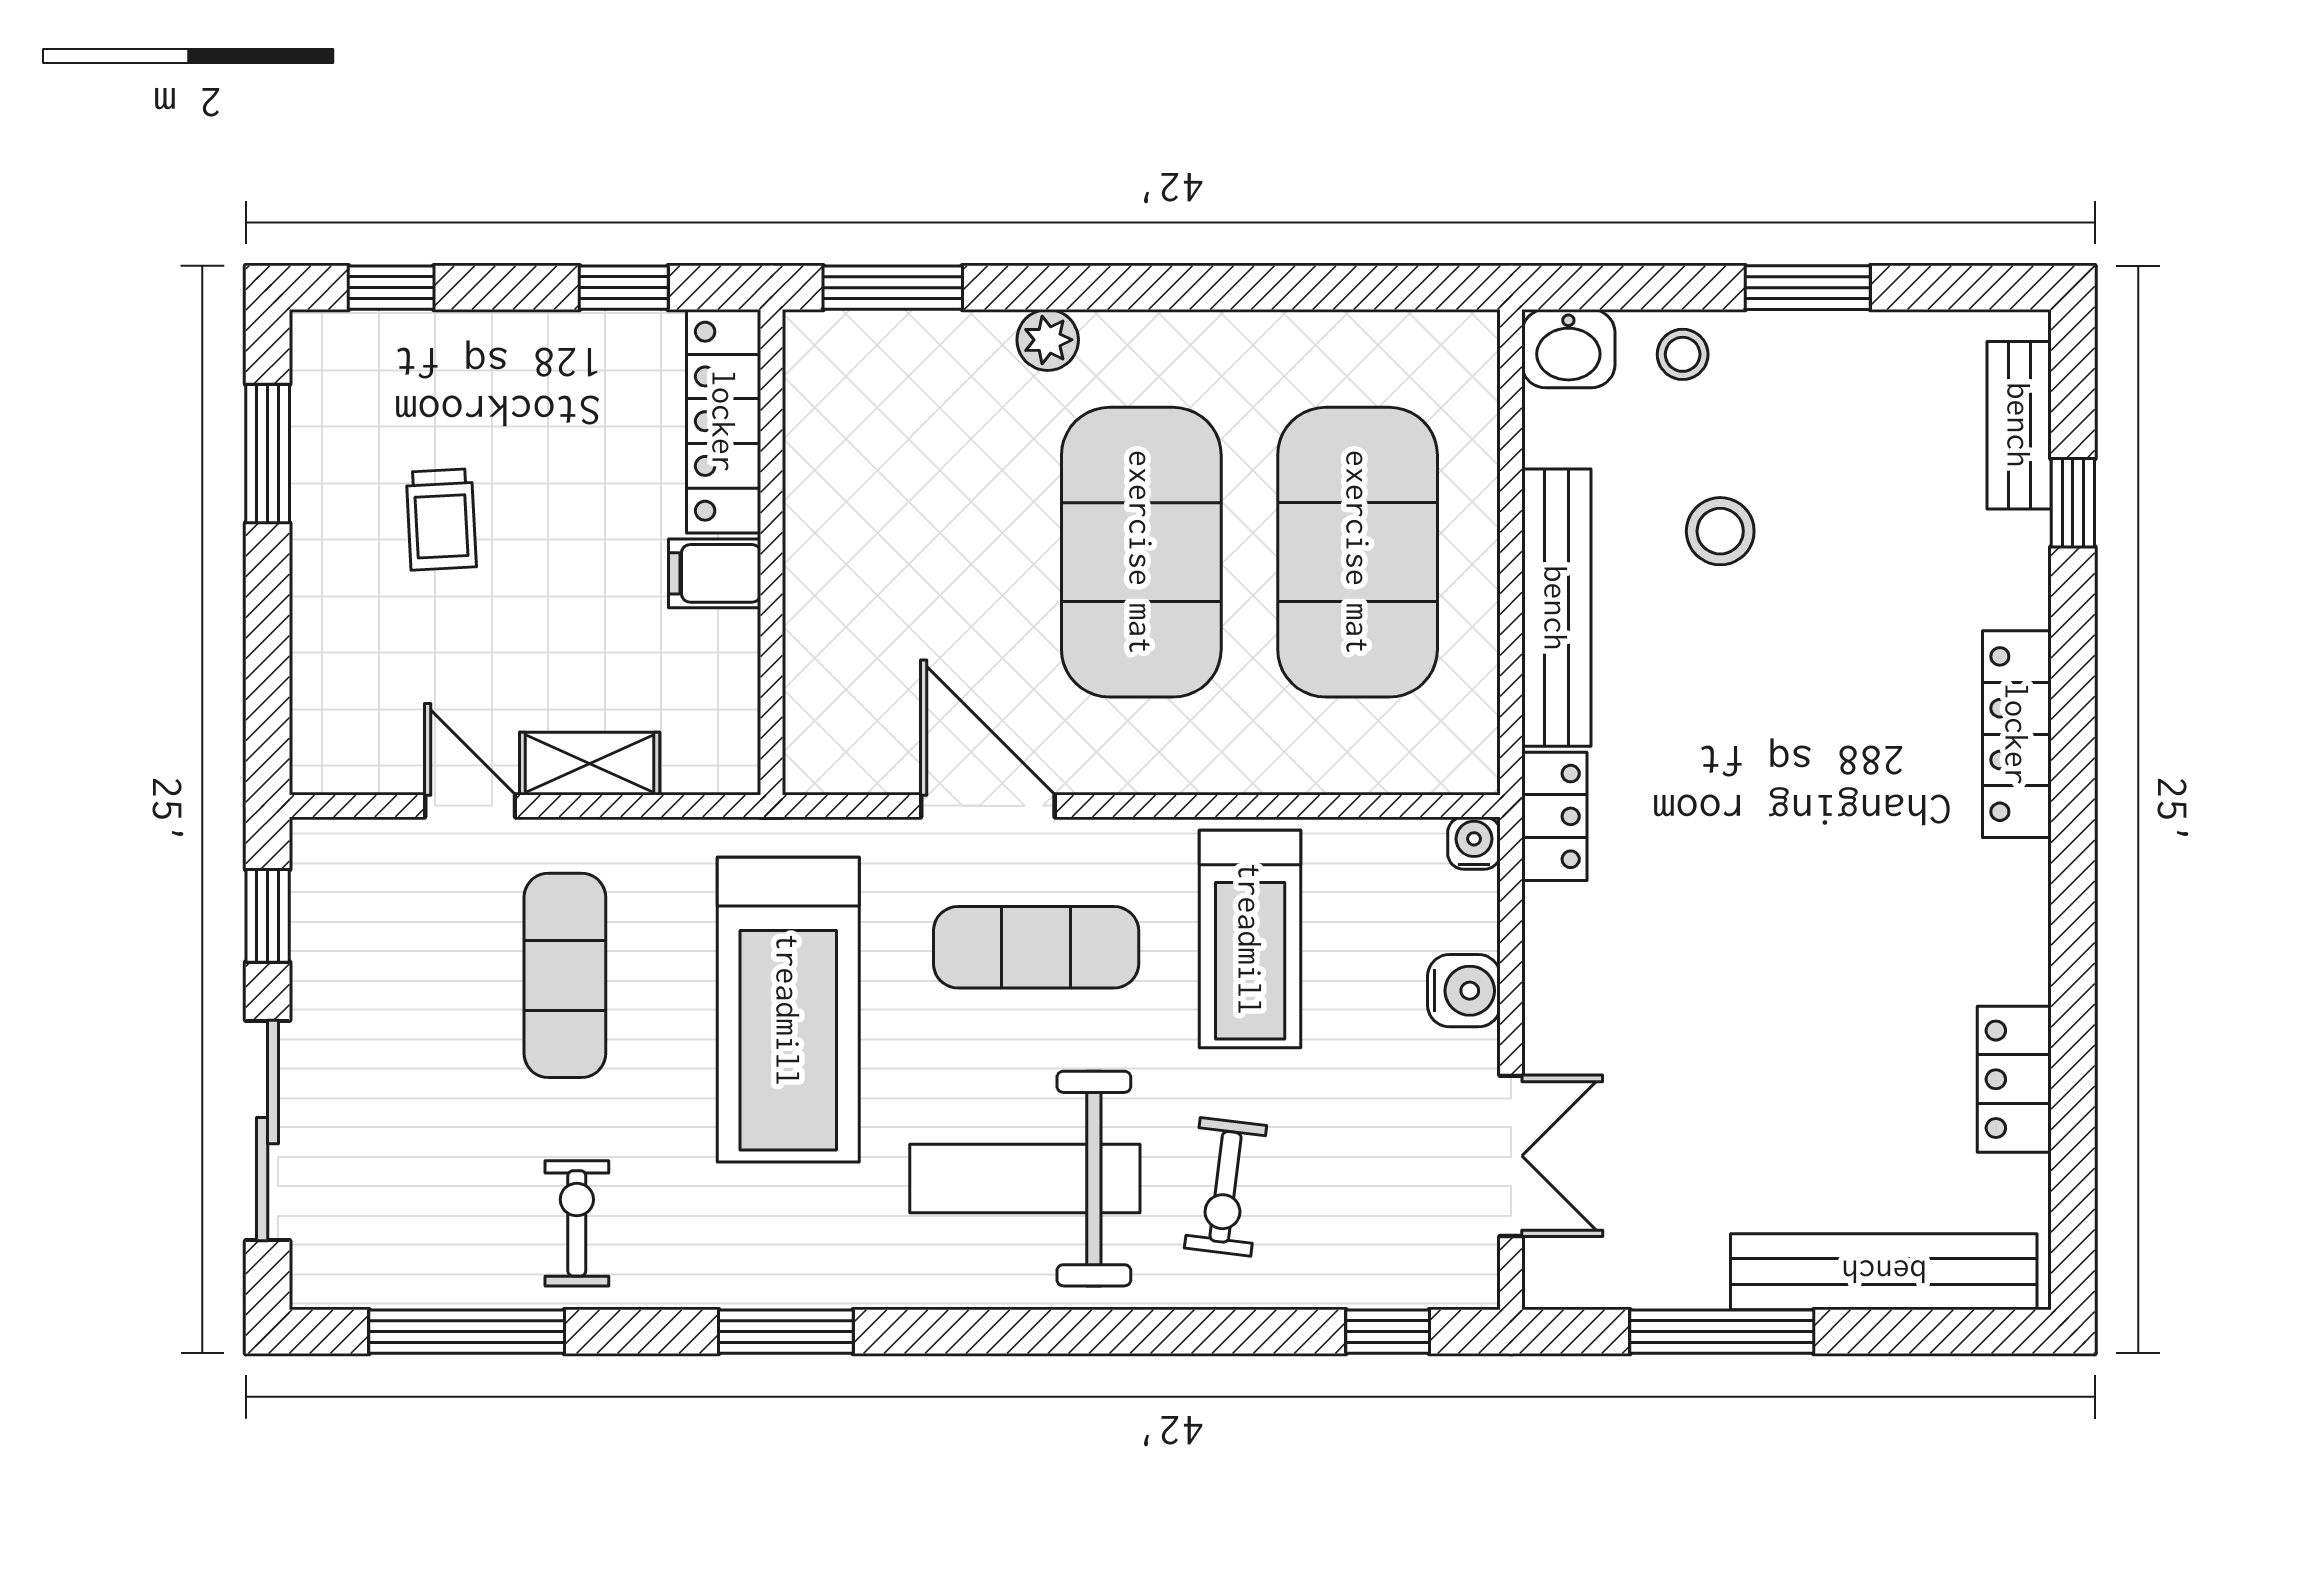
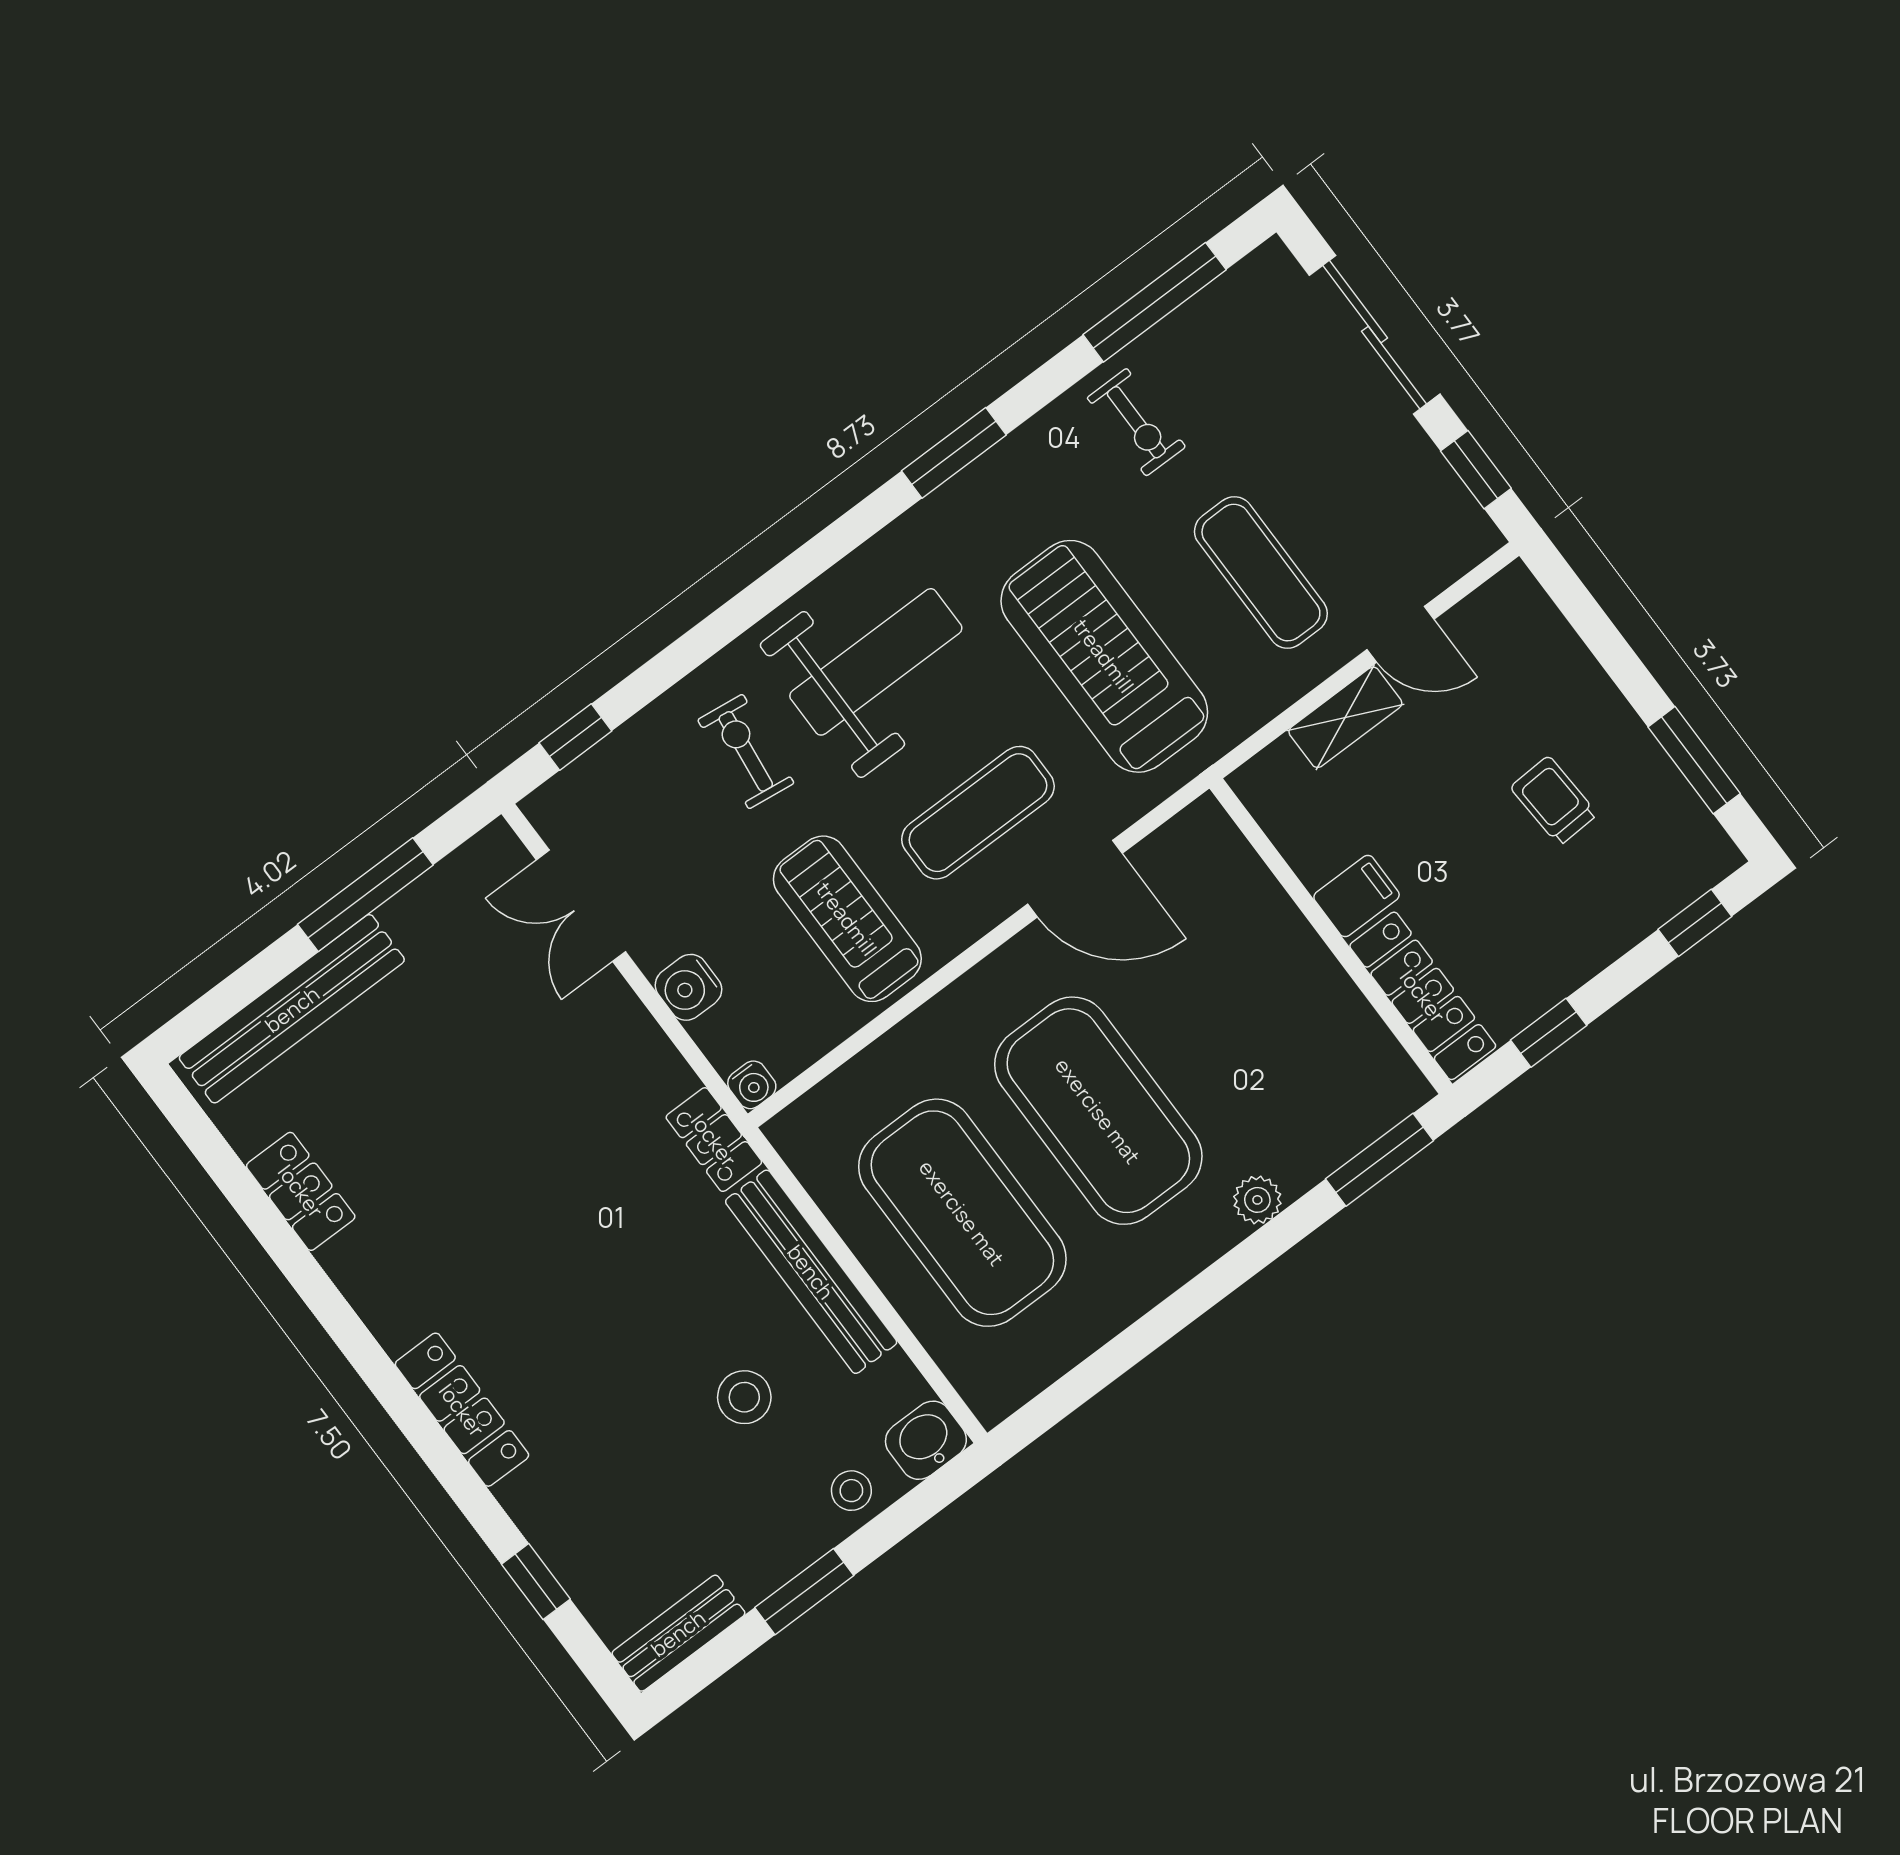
bench: (2019, 425) -> (678, 1633), moved, turned 90

